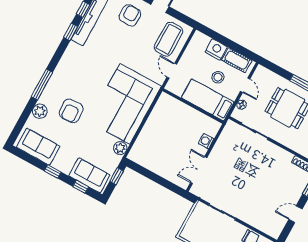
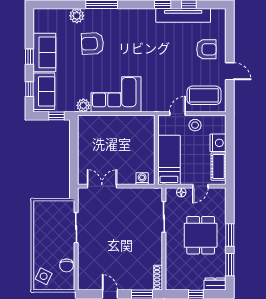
stool: (218, 77) -> (195, 125), moved
corner sofa: (125, 104) -> (116, 94), width x0.73, depth x0.74
washing machine: (206, 141) -> (142, 179), moved
sofa: (38, 147) -> (44, 52), moved

